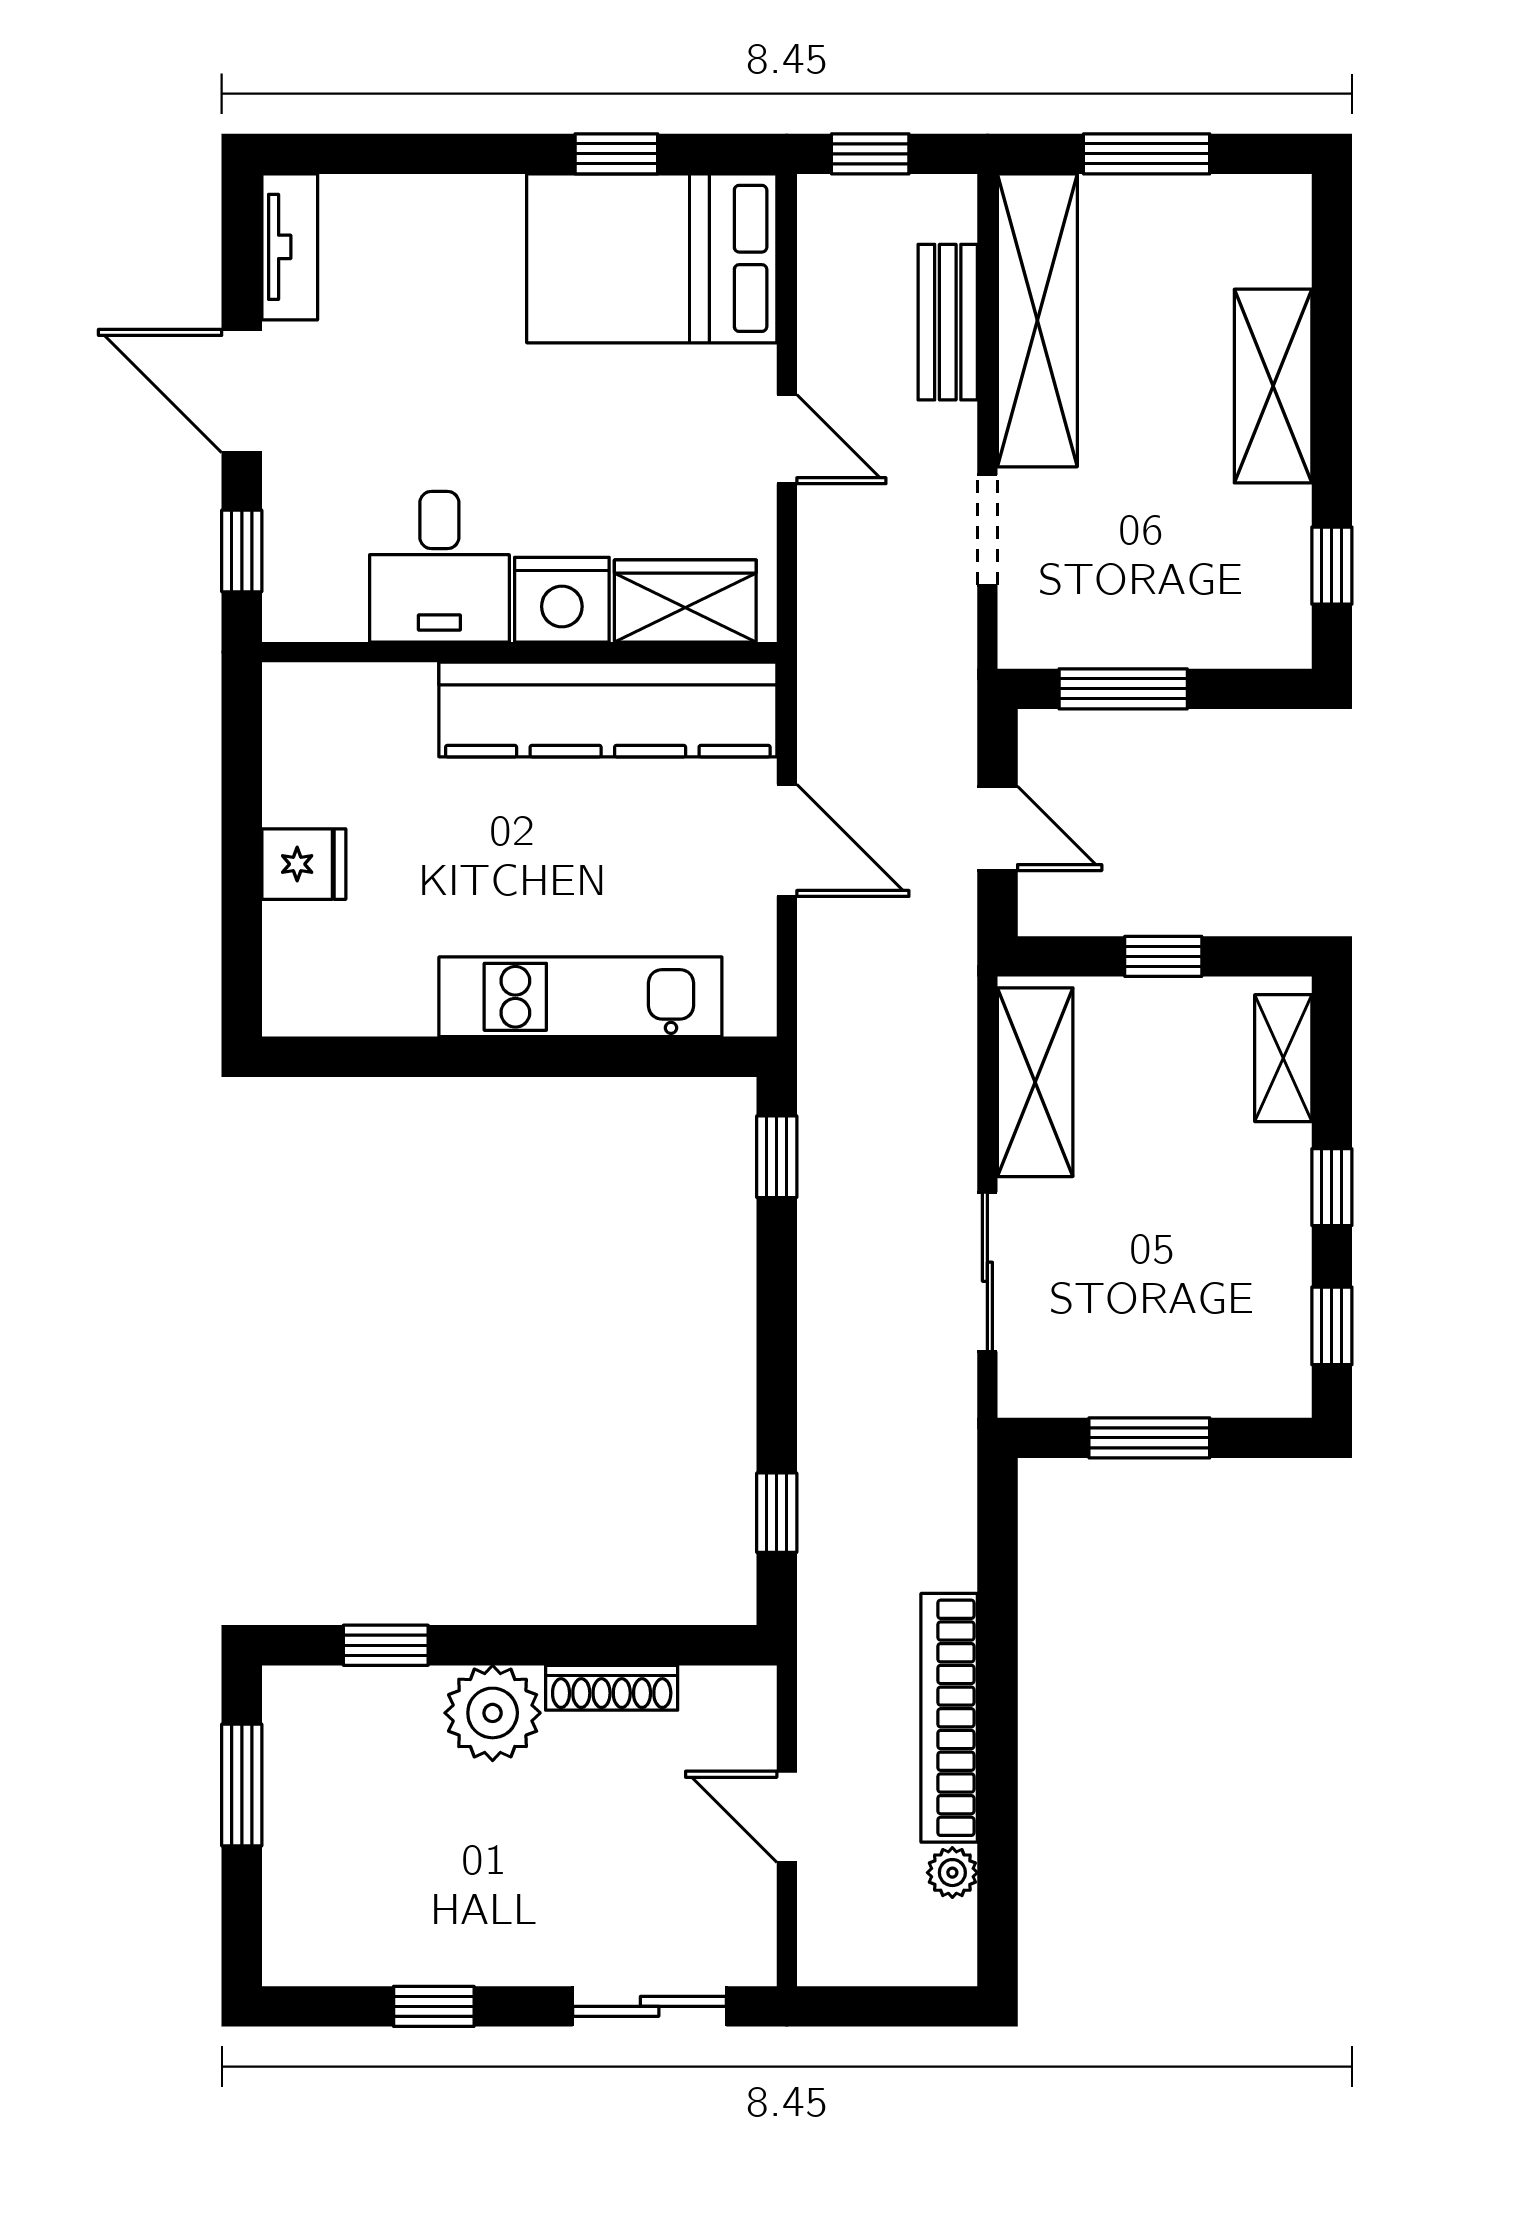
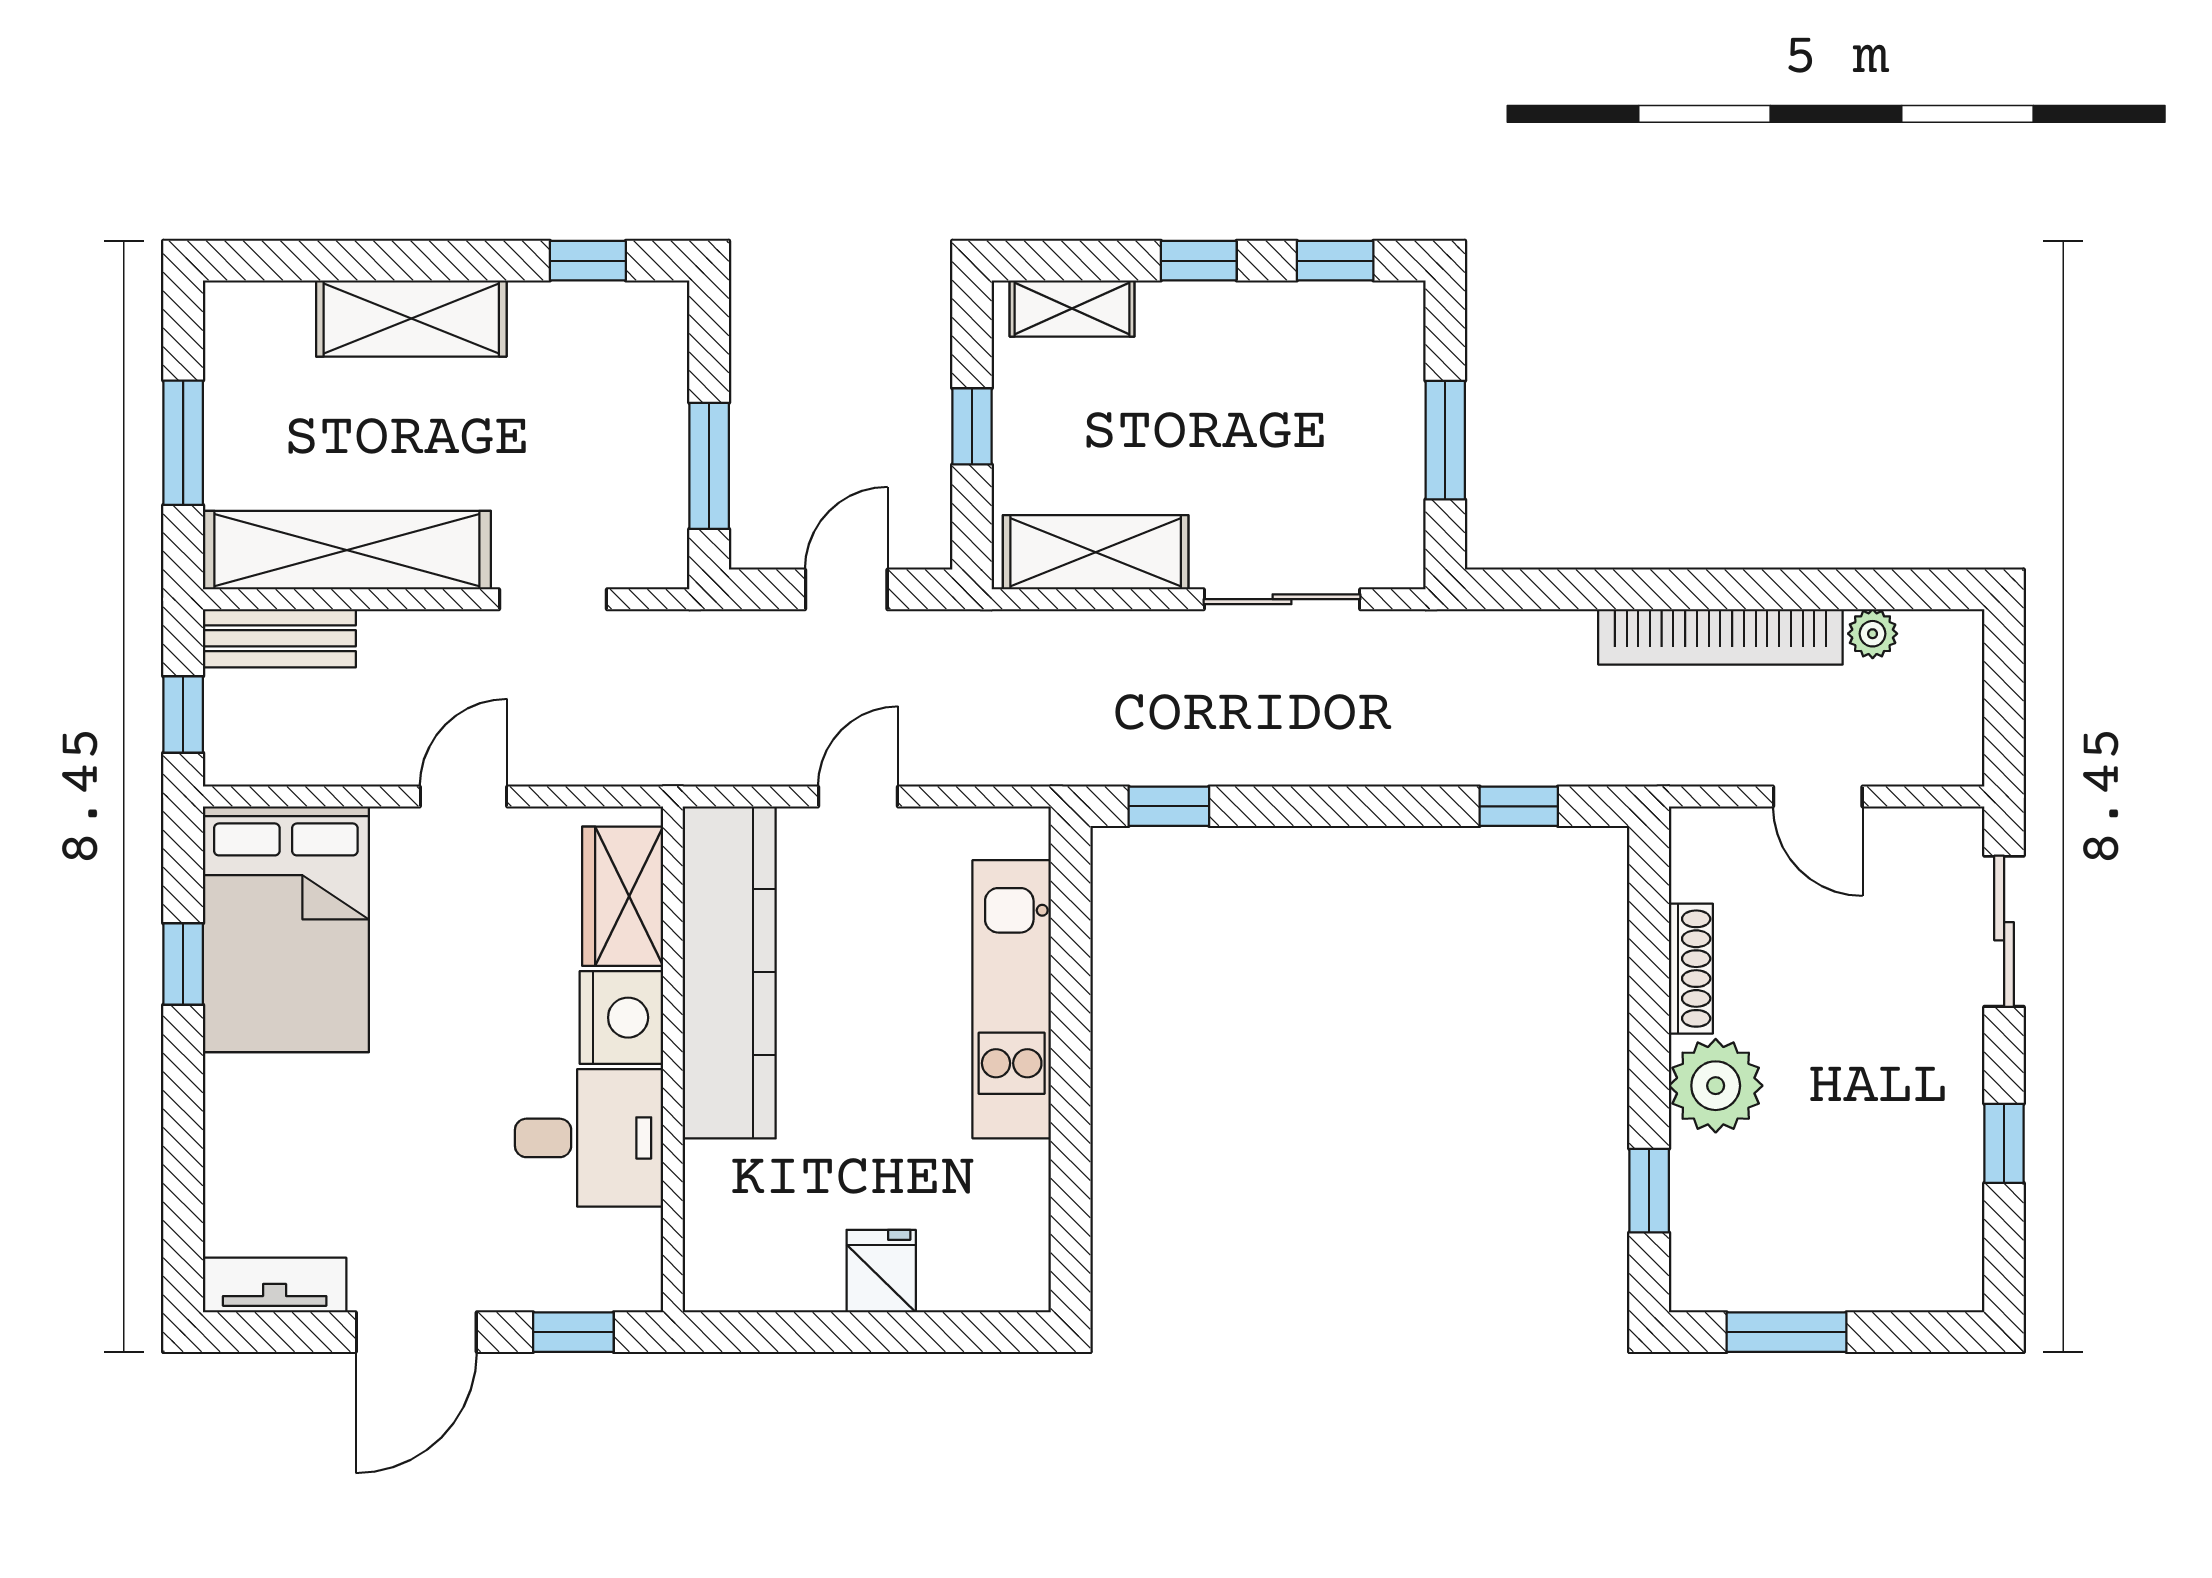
bench: (948, 322) -> (279, 638), moved
door: (787, 840) -> (858, 796), width x0.73
door: (787, 1817) -> (1818, 796), hinge flipped

